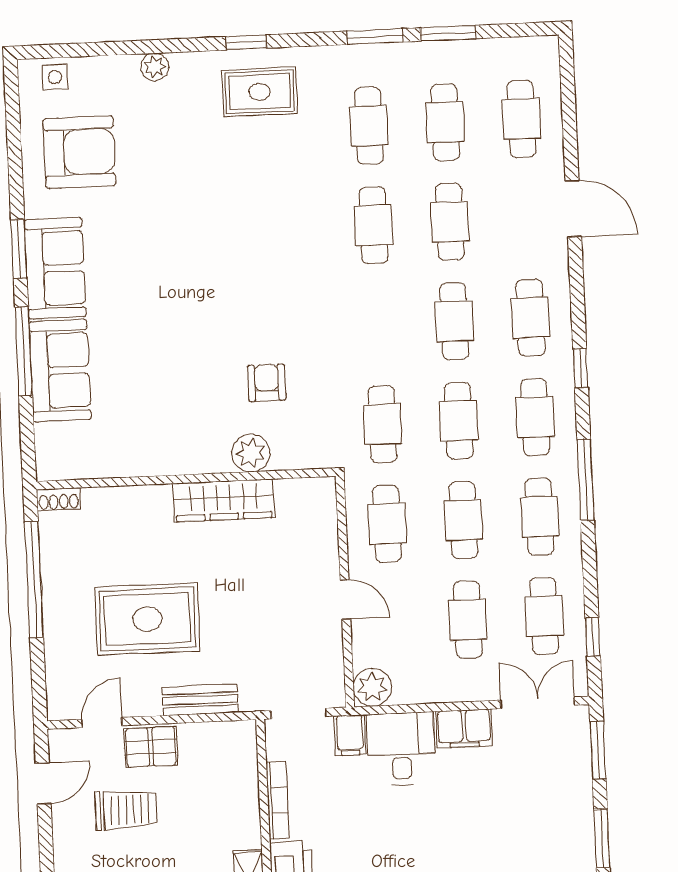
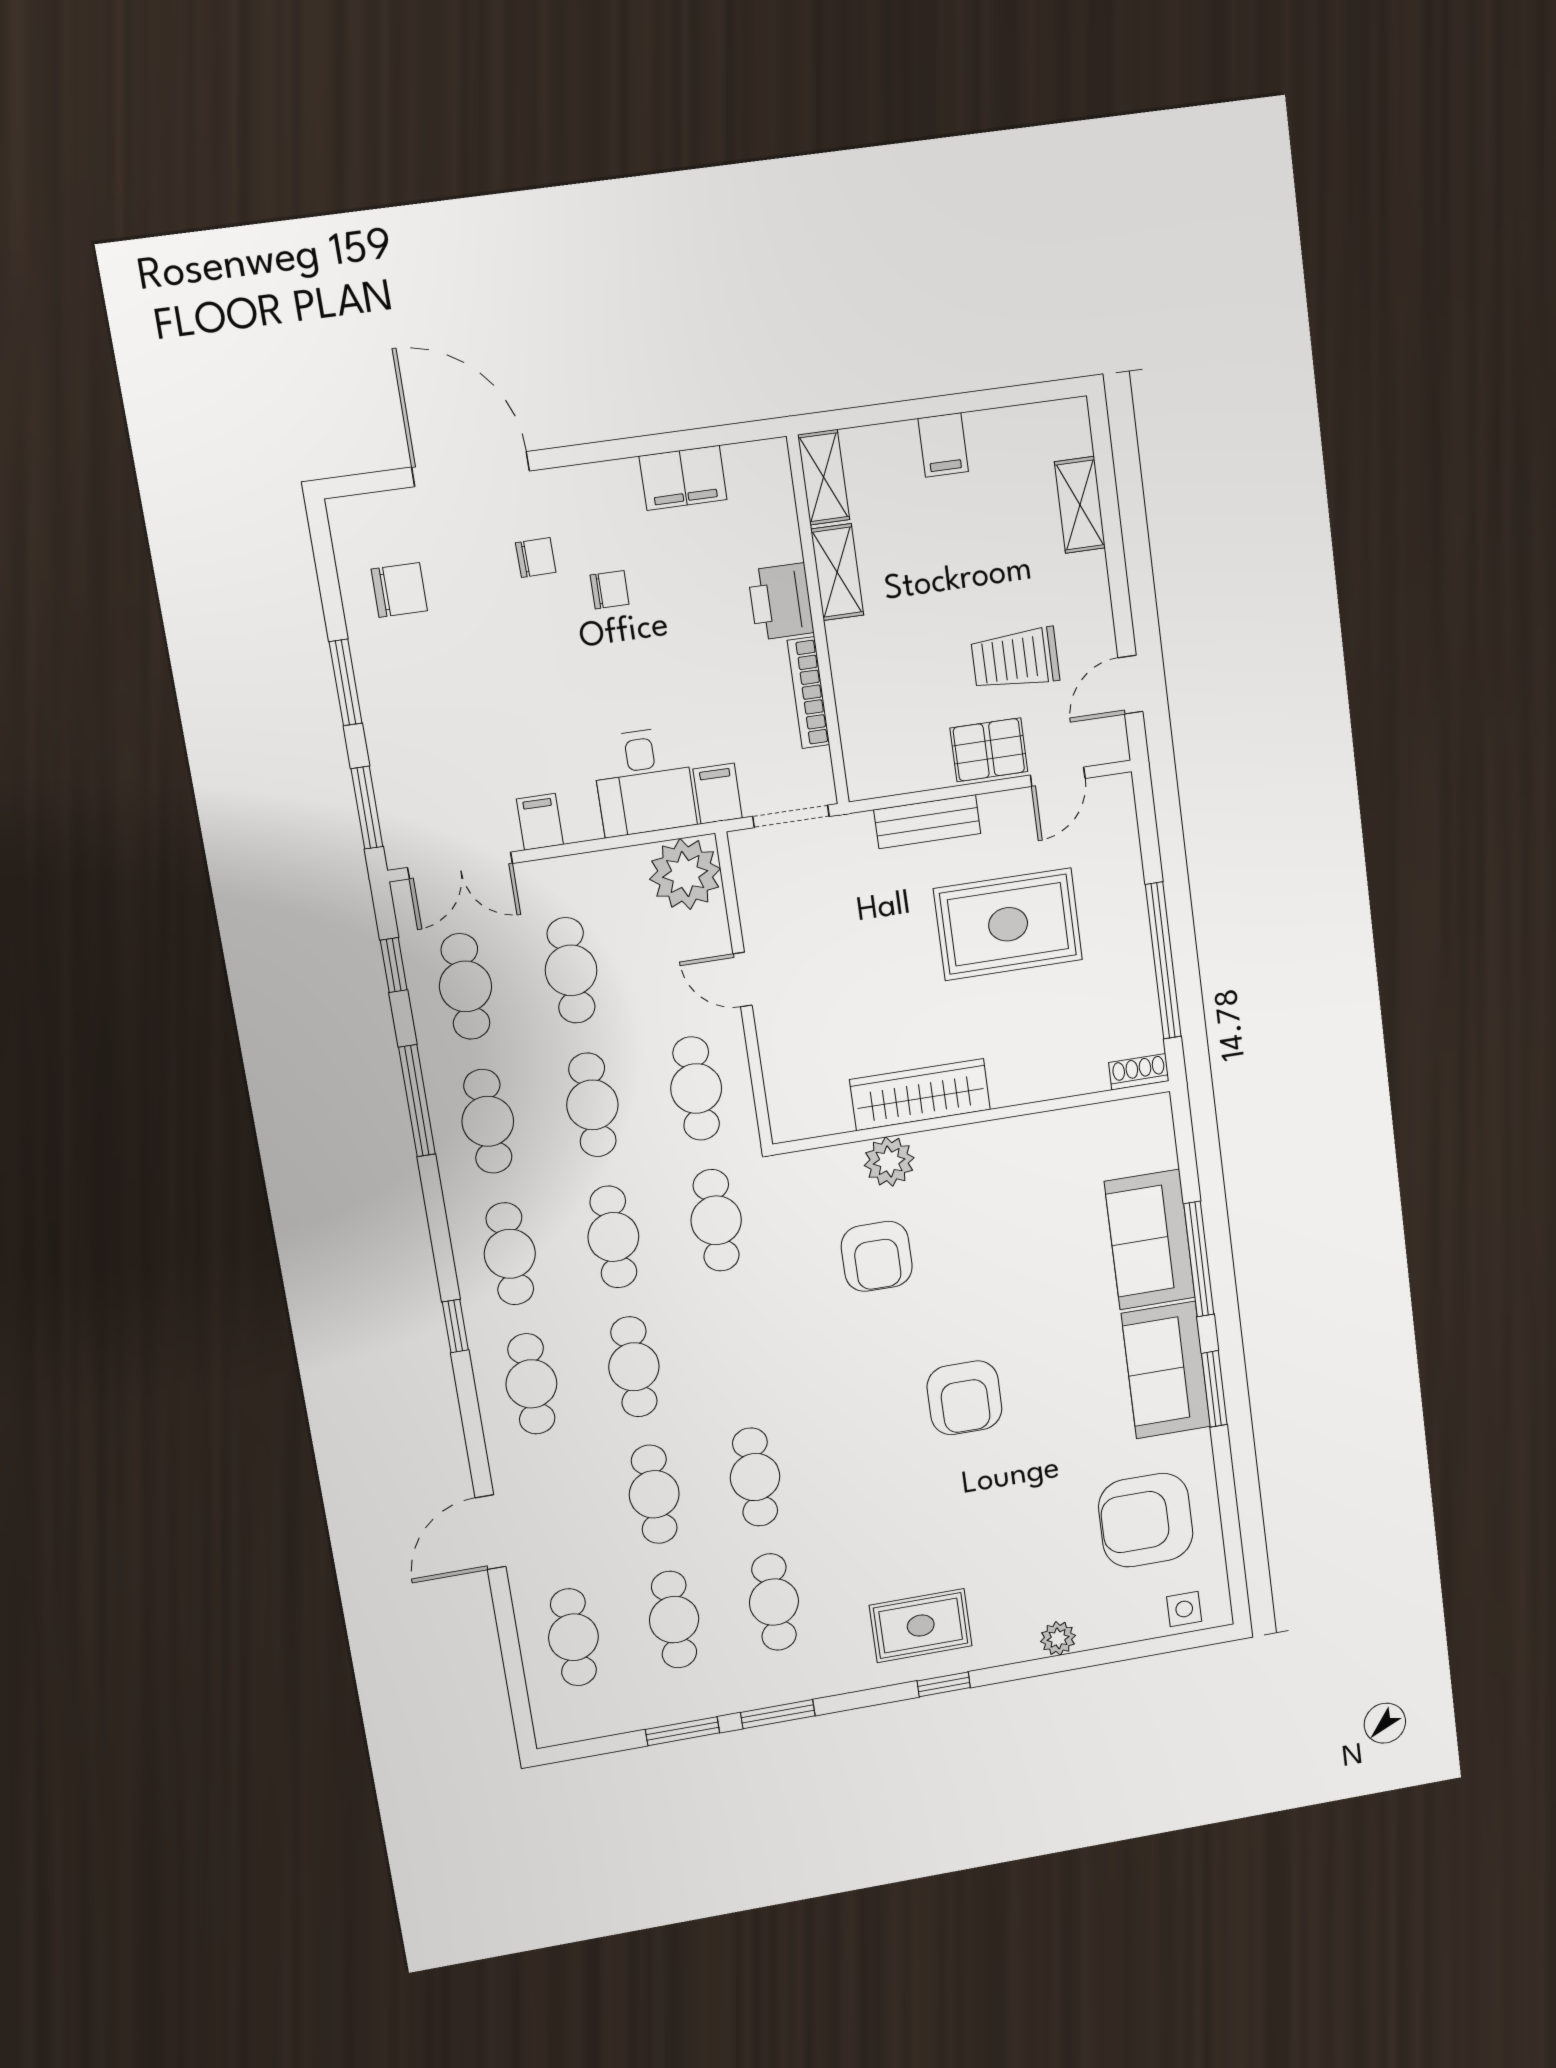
door: (573, 209) -> (490, 1532), hinge flipped
armchair: (210, 266) -> (964, 1398), added
armchair: (267, 383) -> (877, 1256), width x1.38, depth x1.38
window: (586, 480) -> (417, 1101), moved
plant: (372, 687) -> (685, 874), width x1.36, depth x1.36
filing cabinet: (464, 728) -> (540, 822), width x0.50

